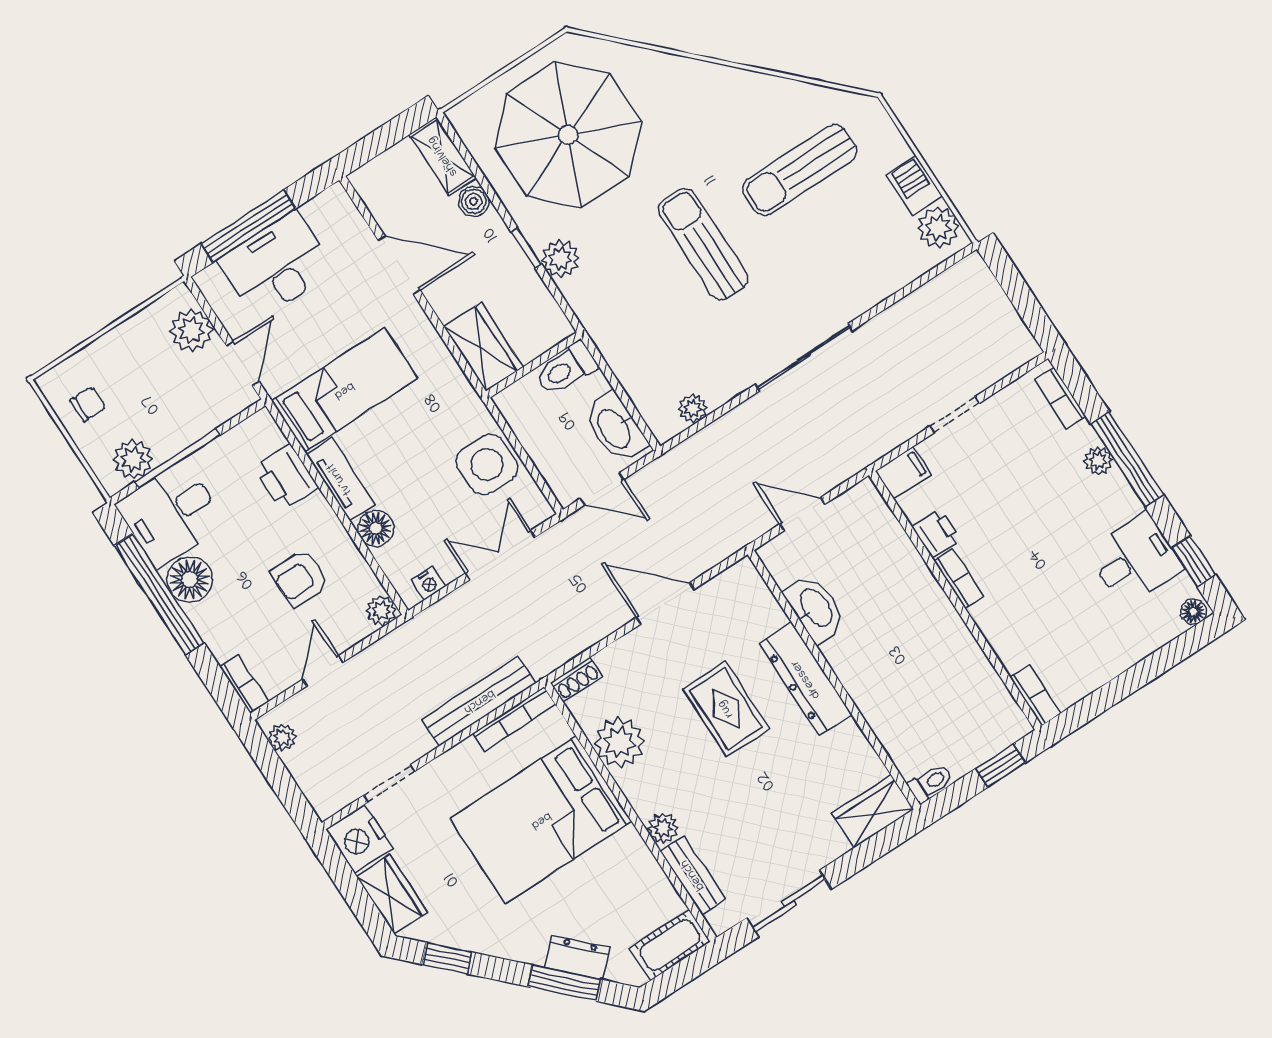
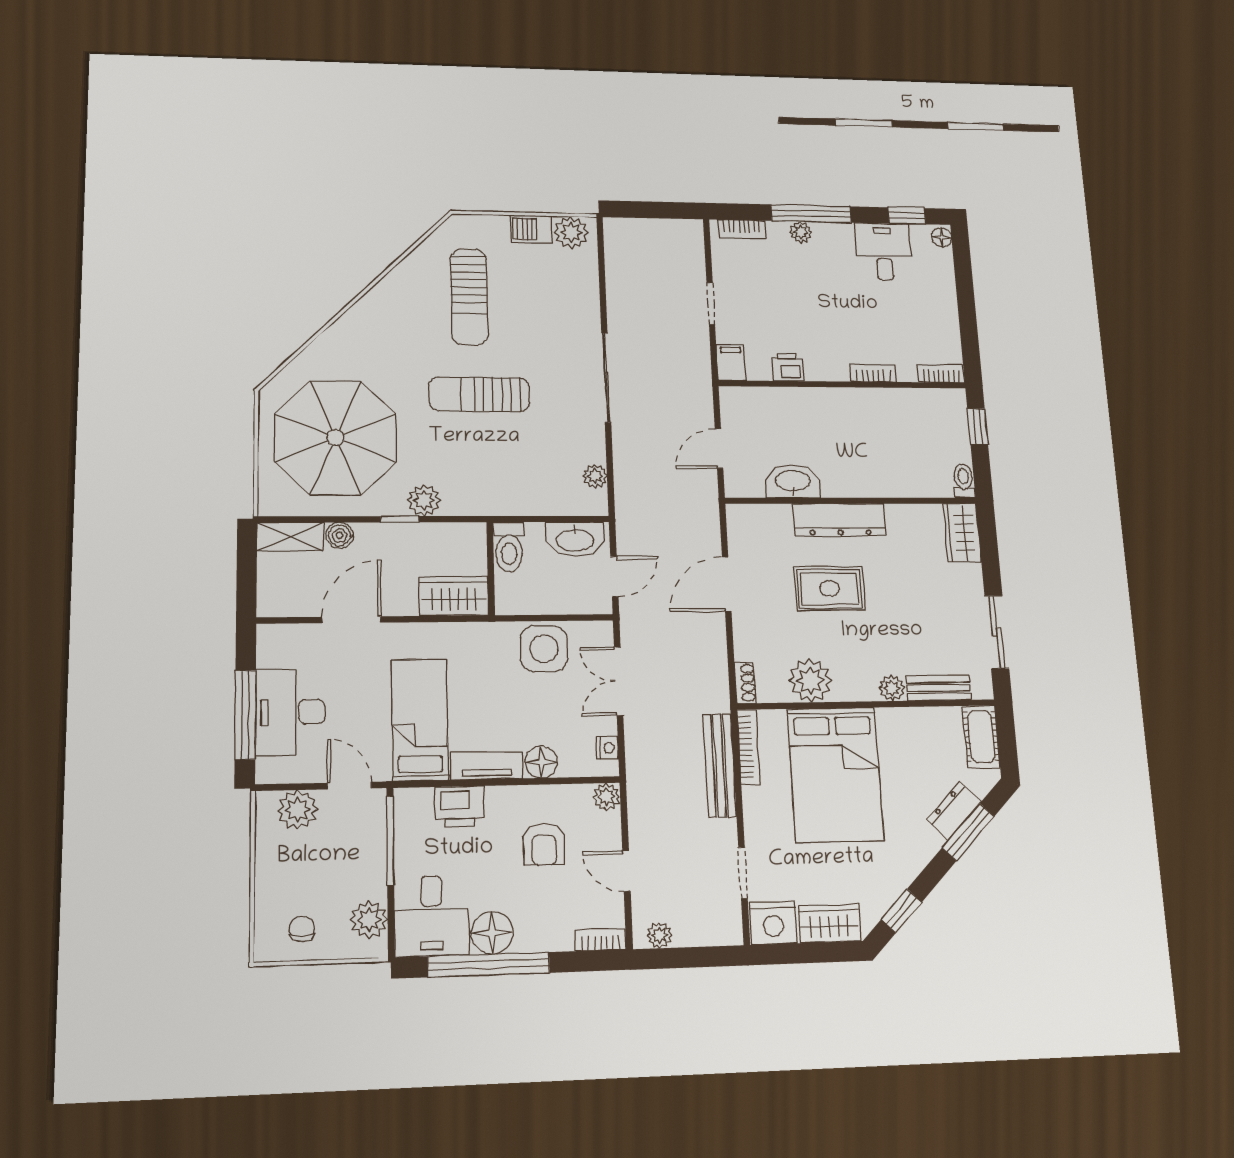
window: (178, 458) -> (390, 841), moved
bookcase: (959, 579) -> (873, 373), moved

